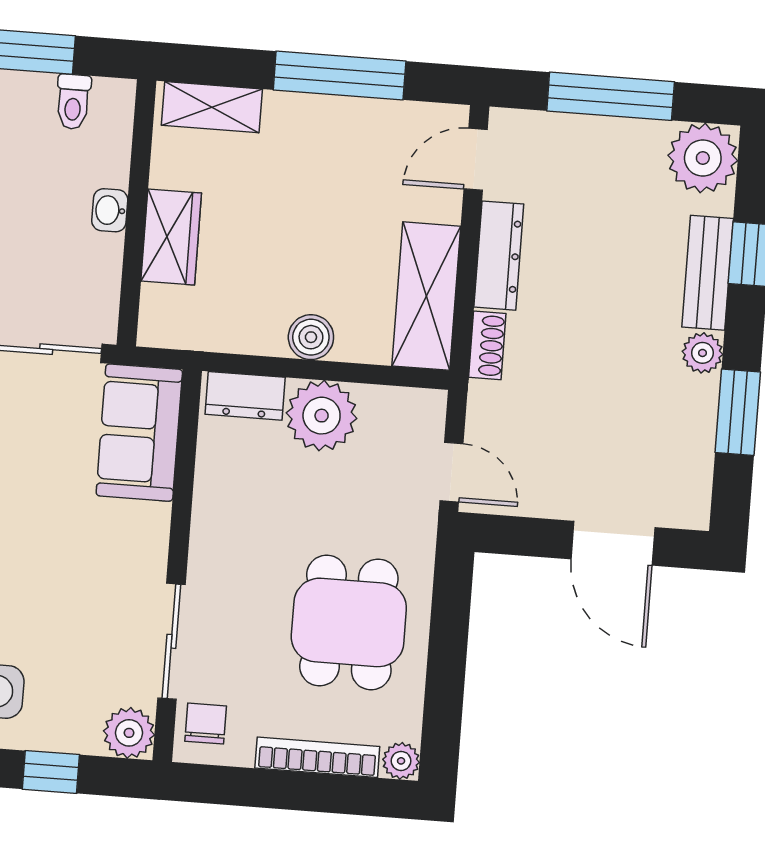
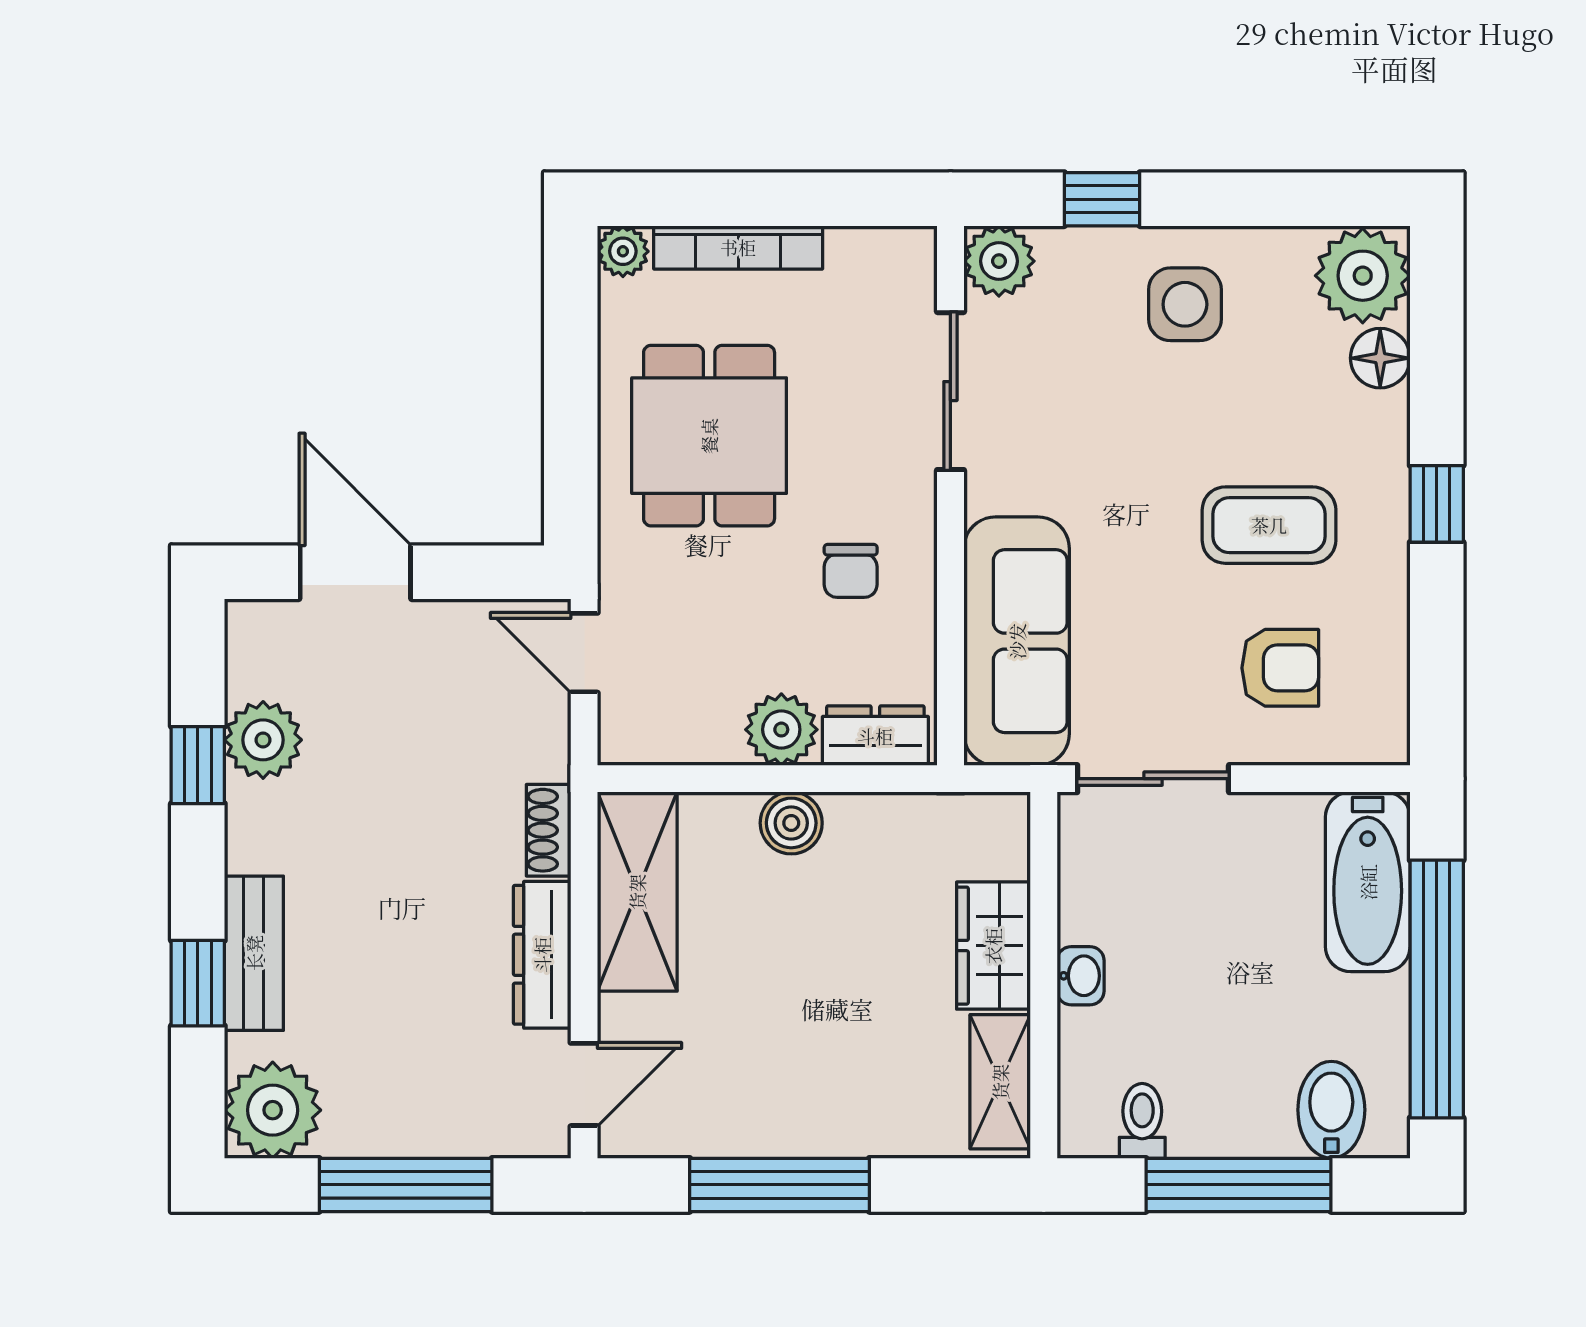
shelving: (212, 107) -> (1000, 1082), moved, turned 90
plant: (702, 353) -> (263, 740), moved, width x1.38, depth x1.38
window: (738, 412) -> (198, 765), width x0.67
plant: (322, 416) -> (781, 730), width x0.73, depth x0.73
sofa: (139, 433) -> (1017, 641), width x1.36
chair: (206, 724) -> (851, 571), moved

